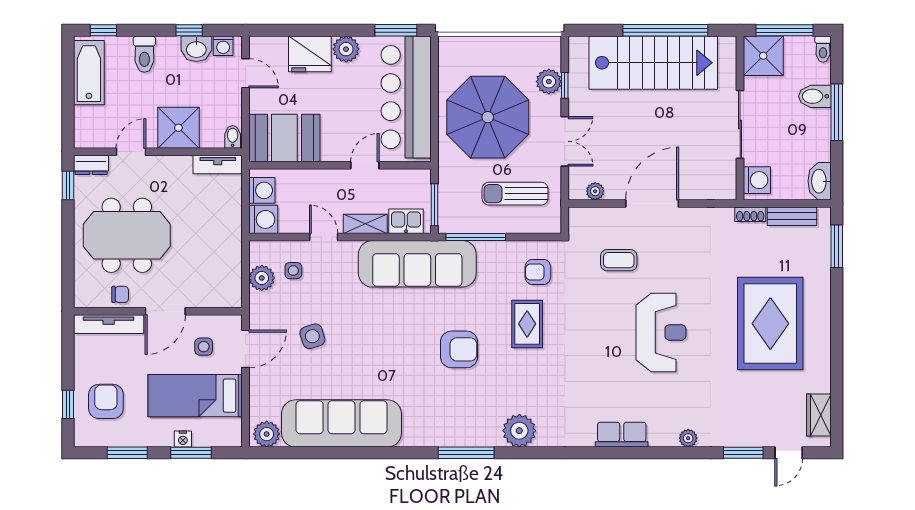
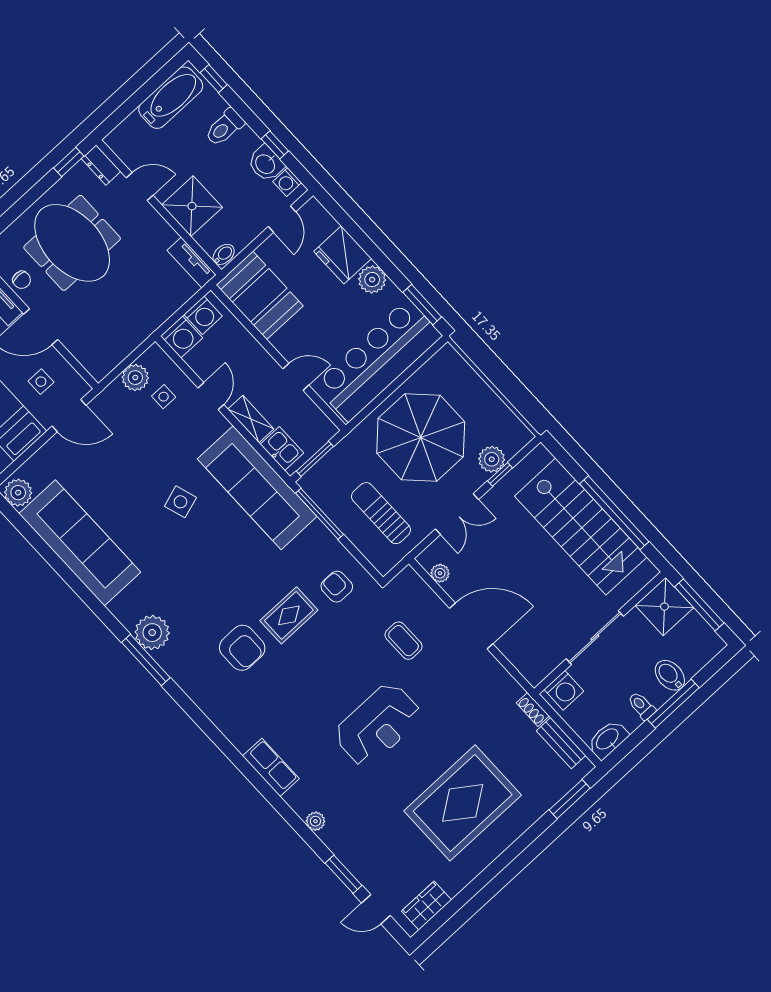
toilet: (823, 49) -> (642, 706), moved, turned 90
side table: (312, 336) -> (180, 502), moved
armchair: (459, 349) -> (242, 648), moved
plant: (519, 431) -> (152, 633), moved

